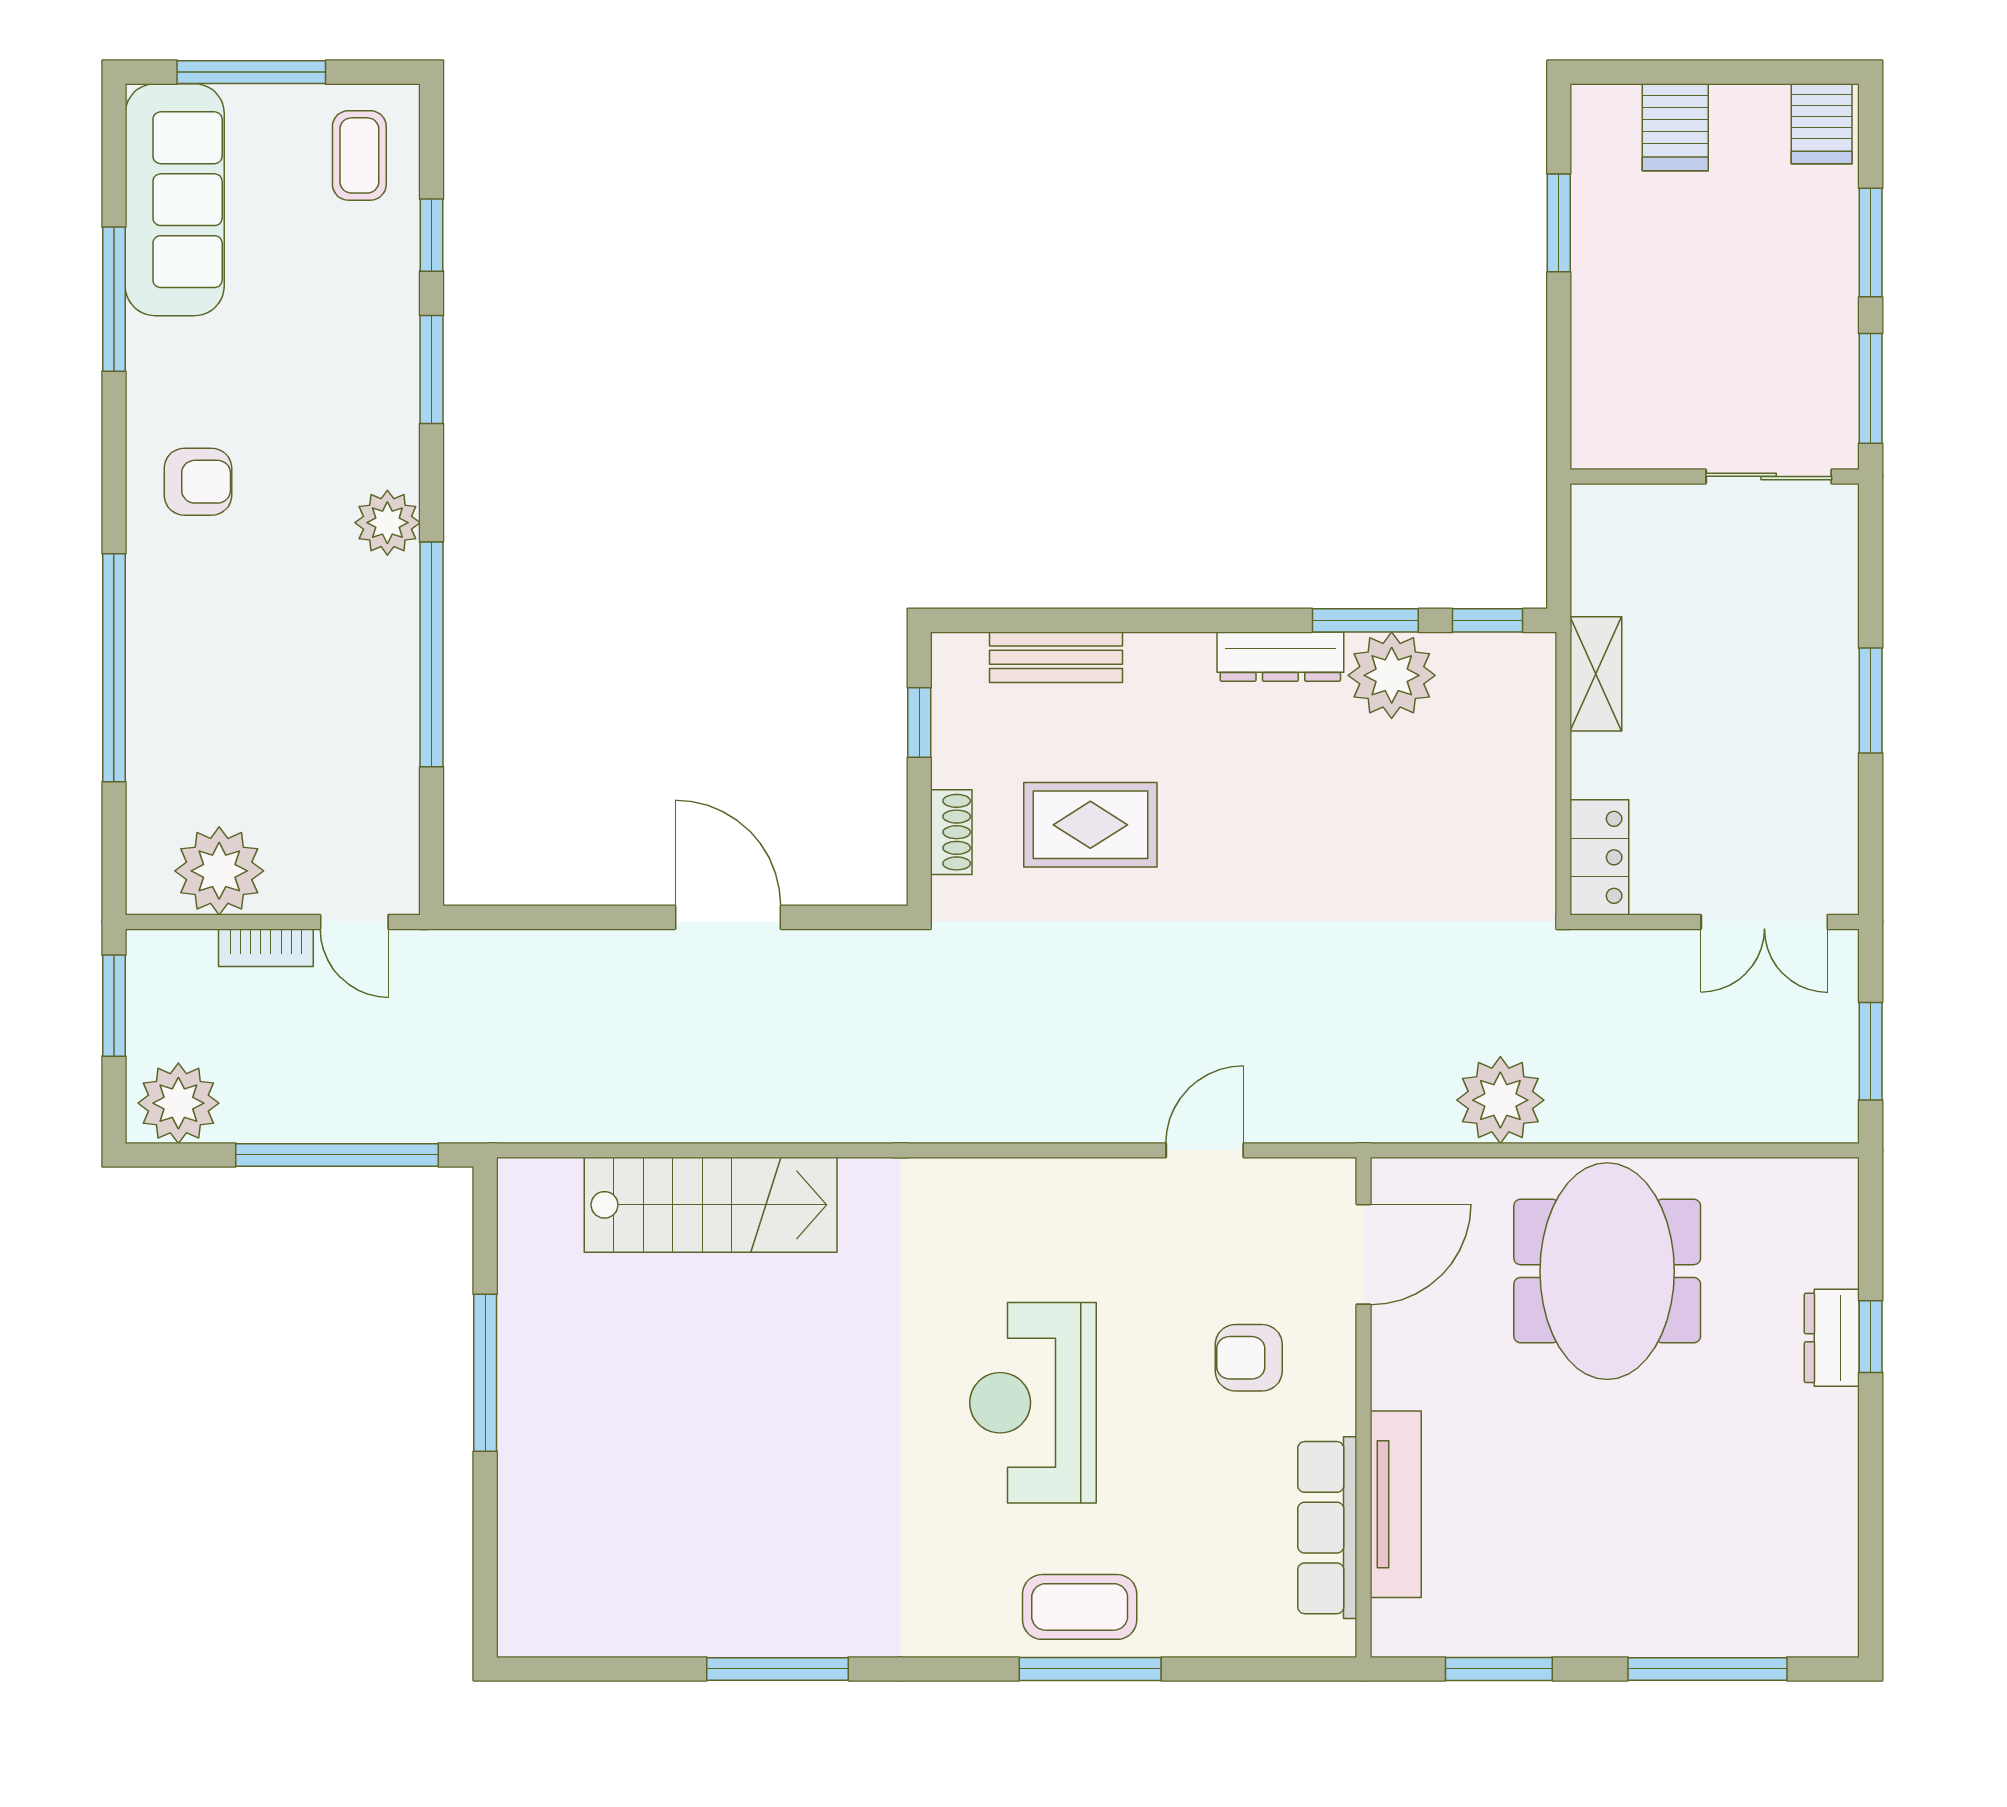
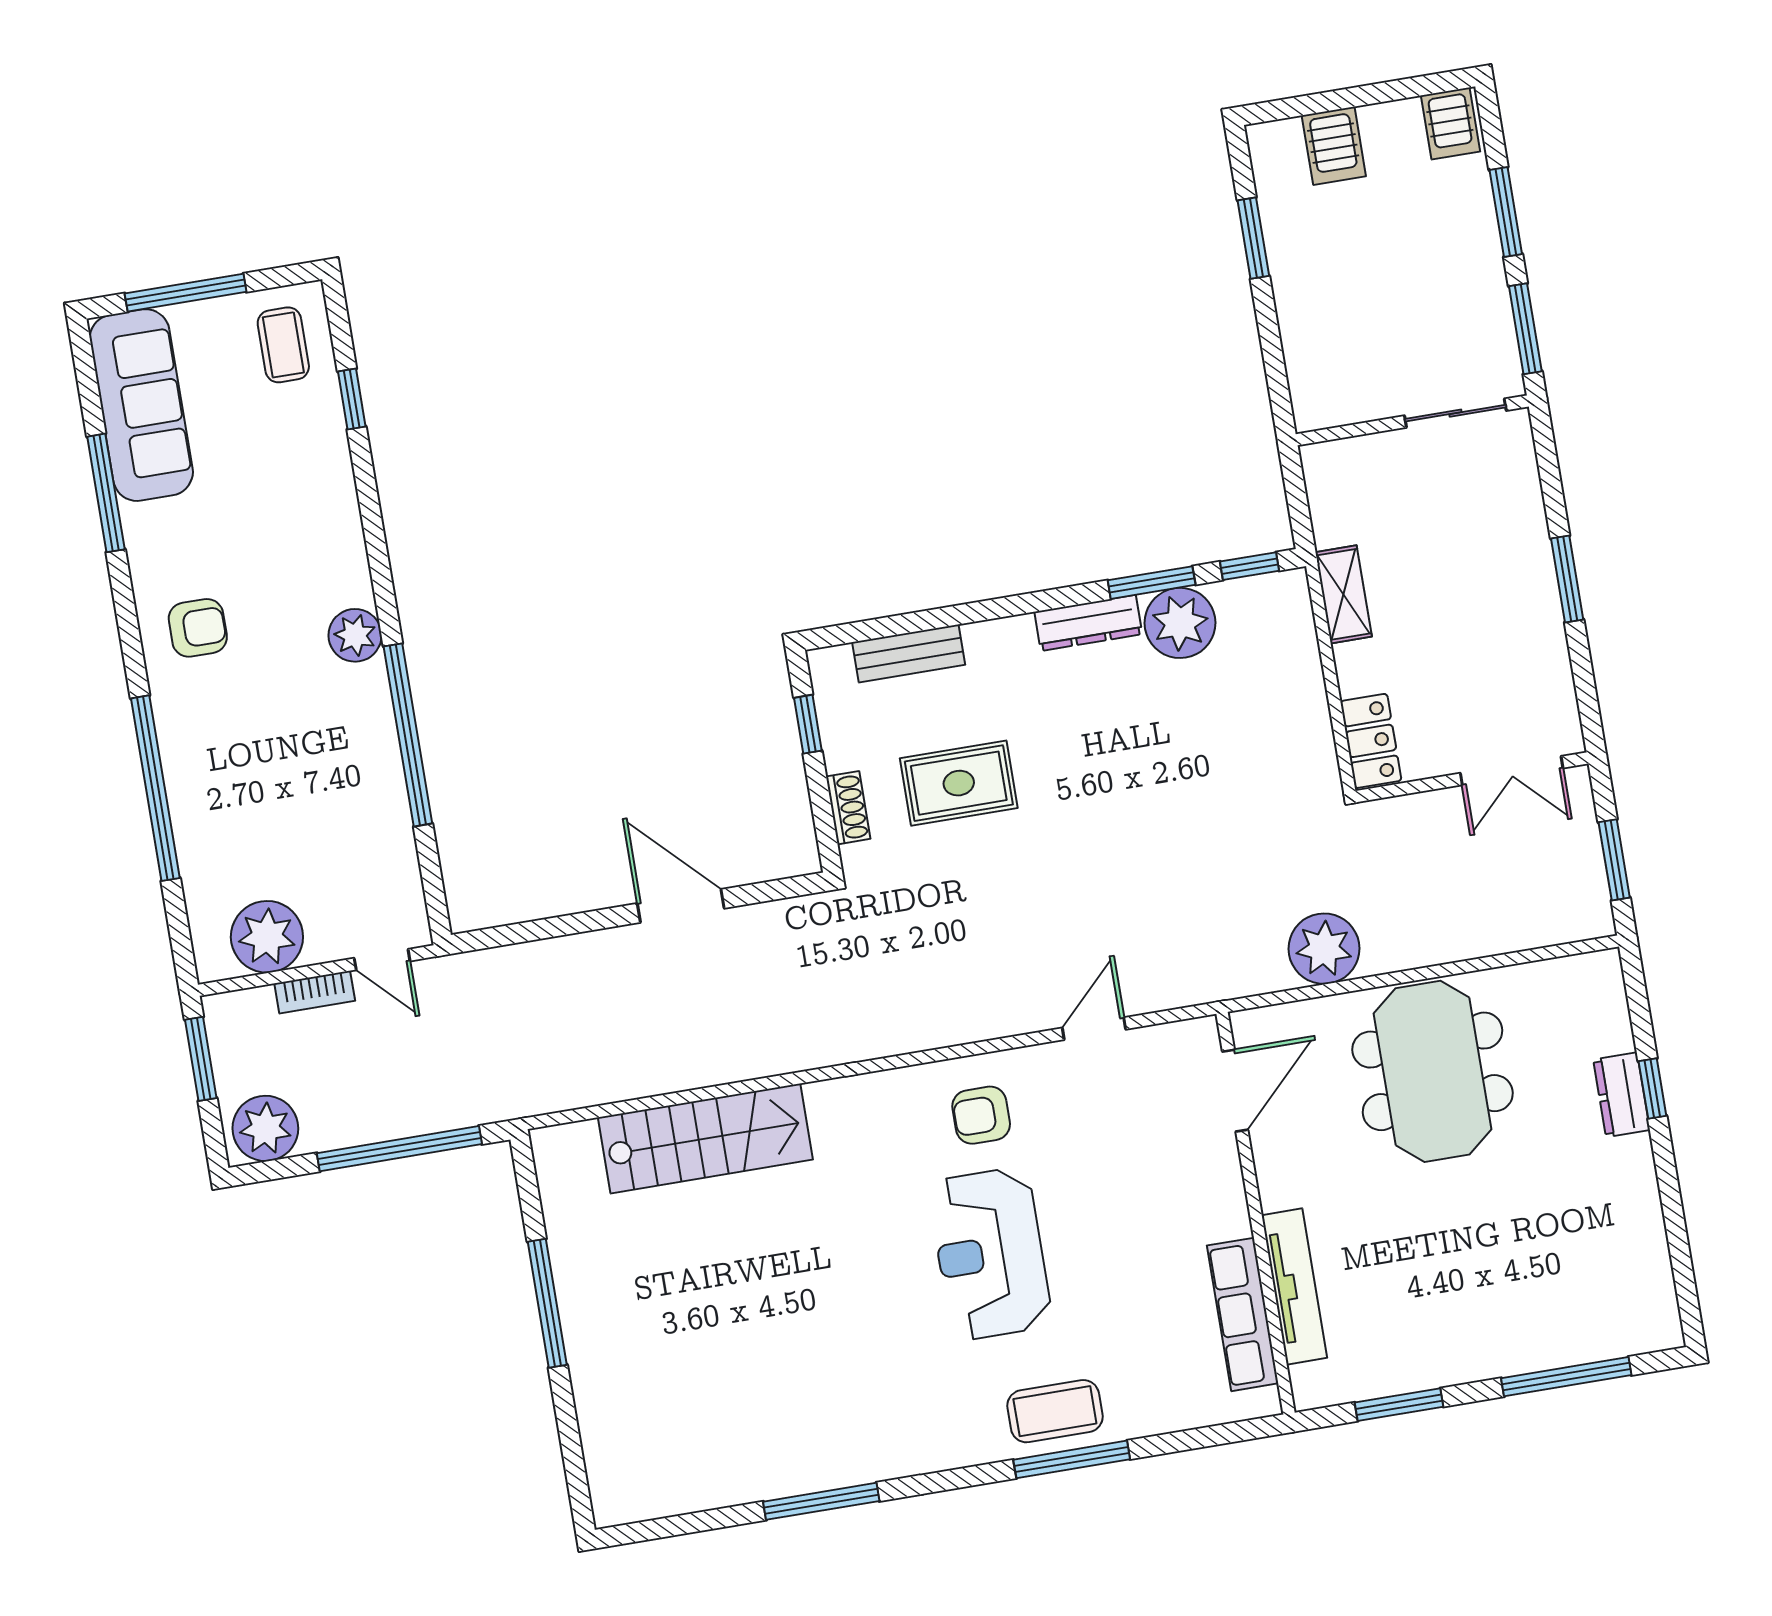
window: (431, 369) -> (370, 507), removed
armchair: (1249, 1358) -> (981, 1115), moved

